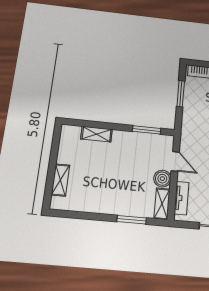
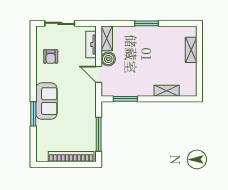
window: (181, 94) -> (99, 134), width x1.44
window: (132, 220) -> (146, 23), moved

